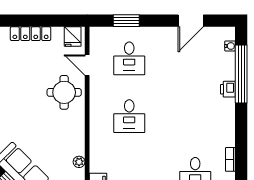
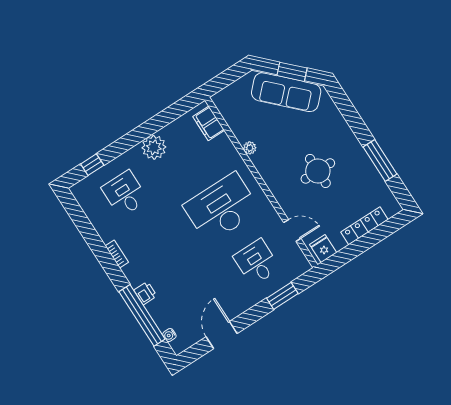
round table: (64, 92) -> (318, 171), moved
desk: (129, 116) -> (222, 208), width x1.87, depth x1.30
bookcase: (230, 159) -> (117, 254), moved
plant: (79, 162) -> (250, 148), moved

